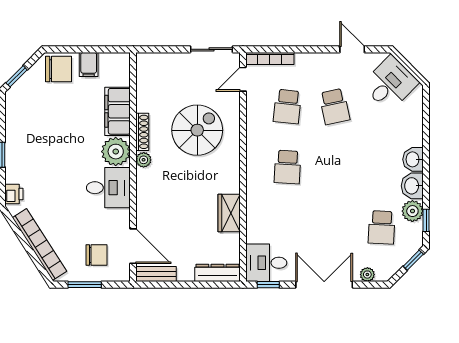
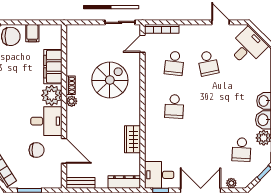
shoe rack: (142, 132) -> (71, 85), width x0.70
door: (133, 246) -> (64, 151), moved
chair: (96, 255) -> (37, 150), moved

